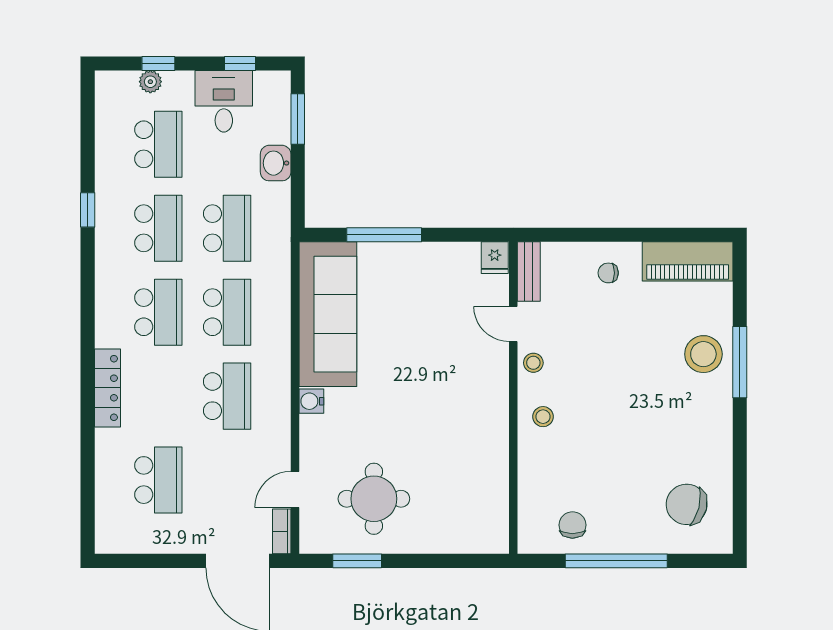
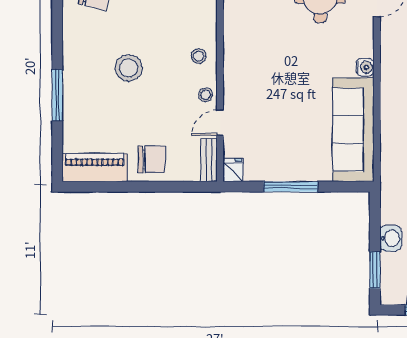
window: (384, 235) -> (291, 187), moved
chair: (608, 273) -> (152, 159), width x1.87, depth x1.87
door: (513, 324) -> (220, 123), swing flipped
stool: (703, 354) -> (129, 68), moved

